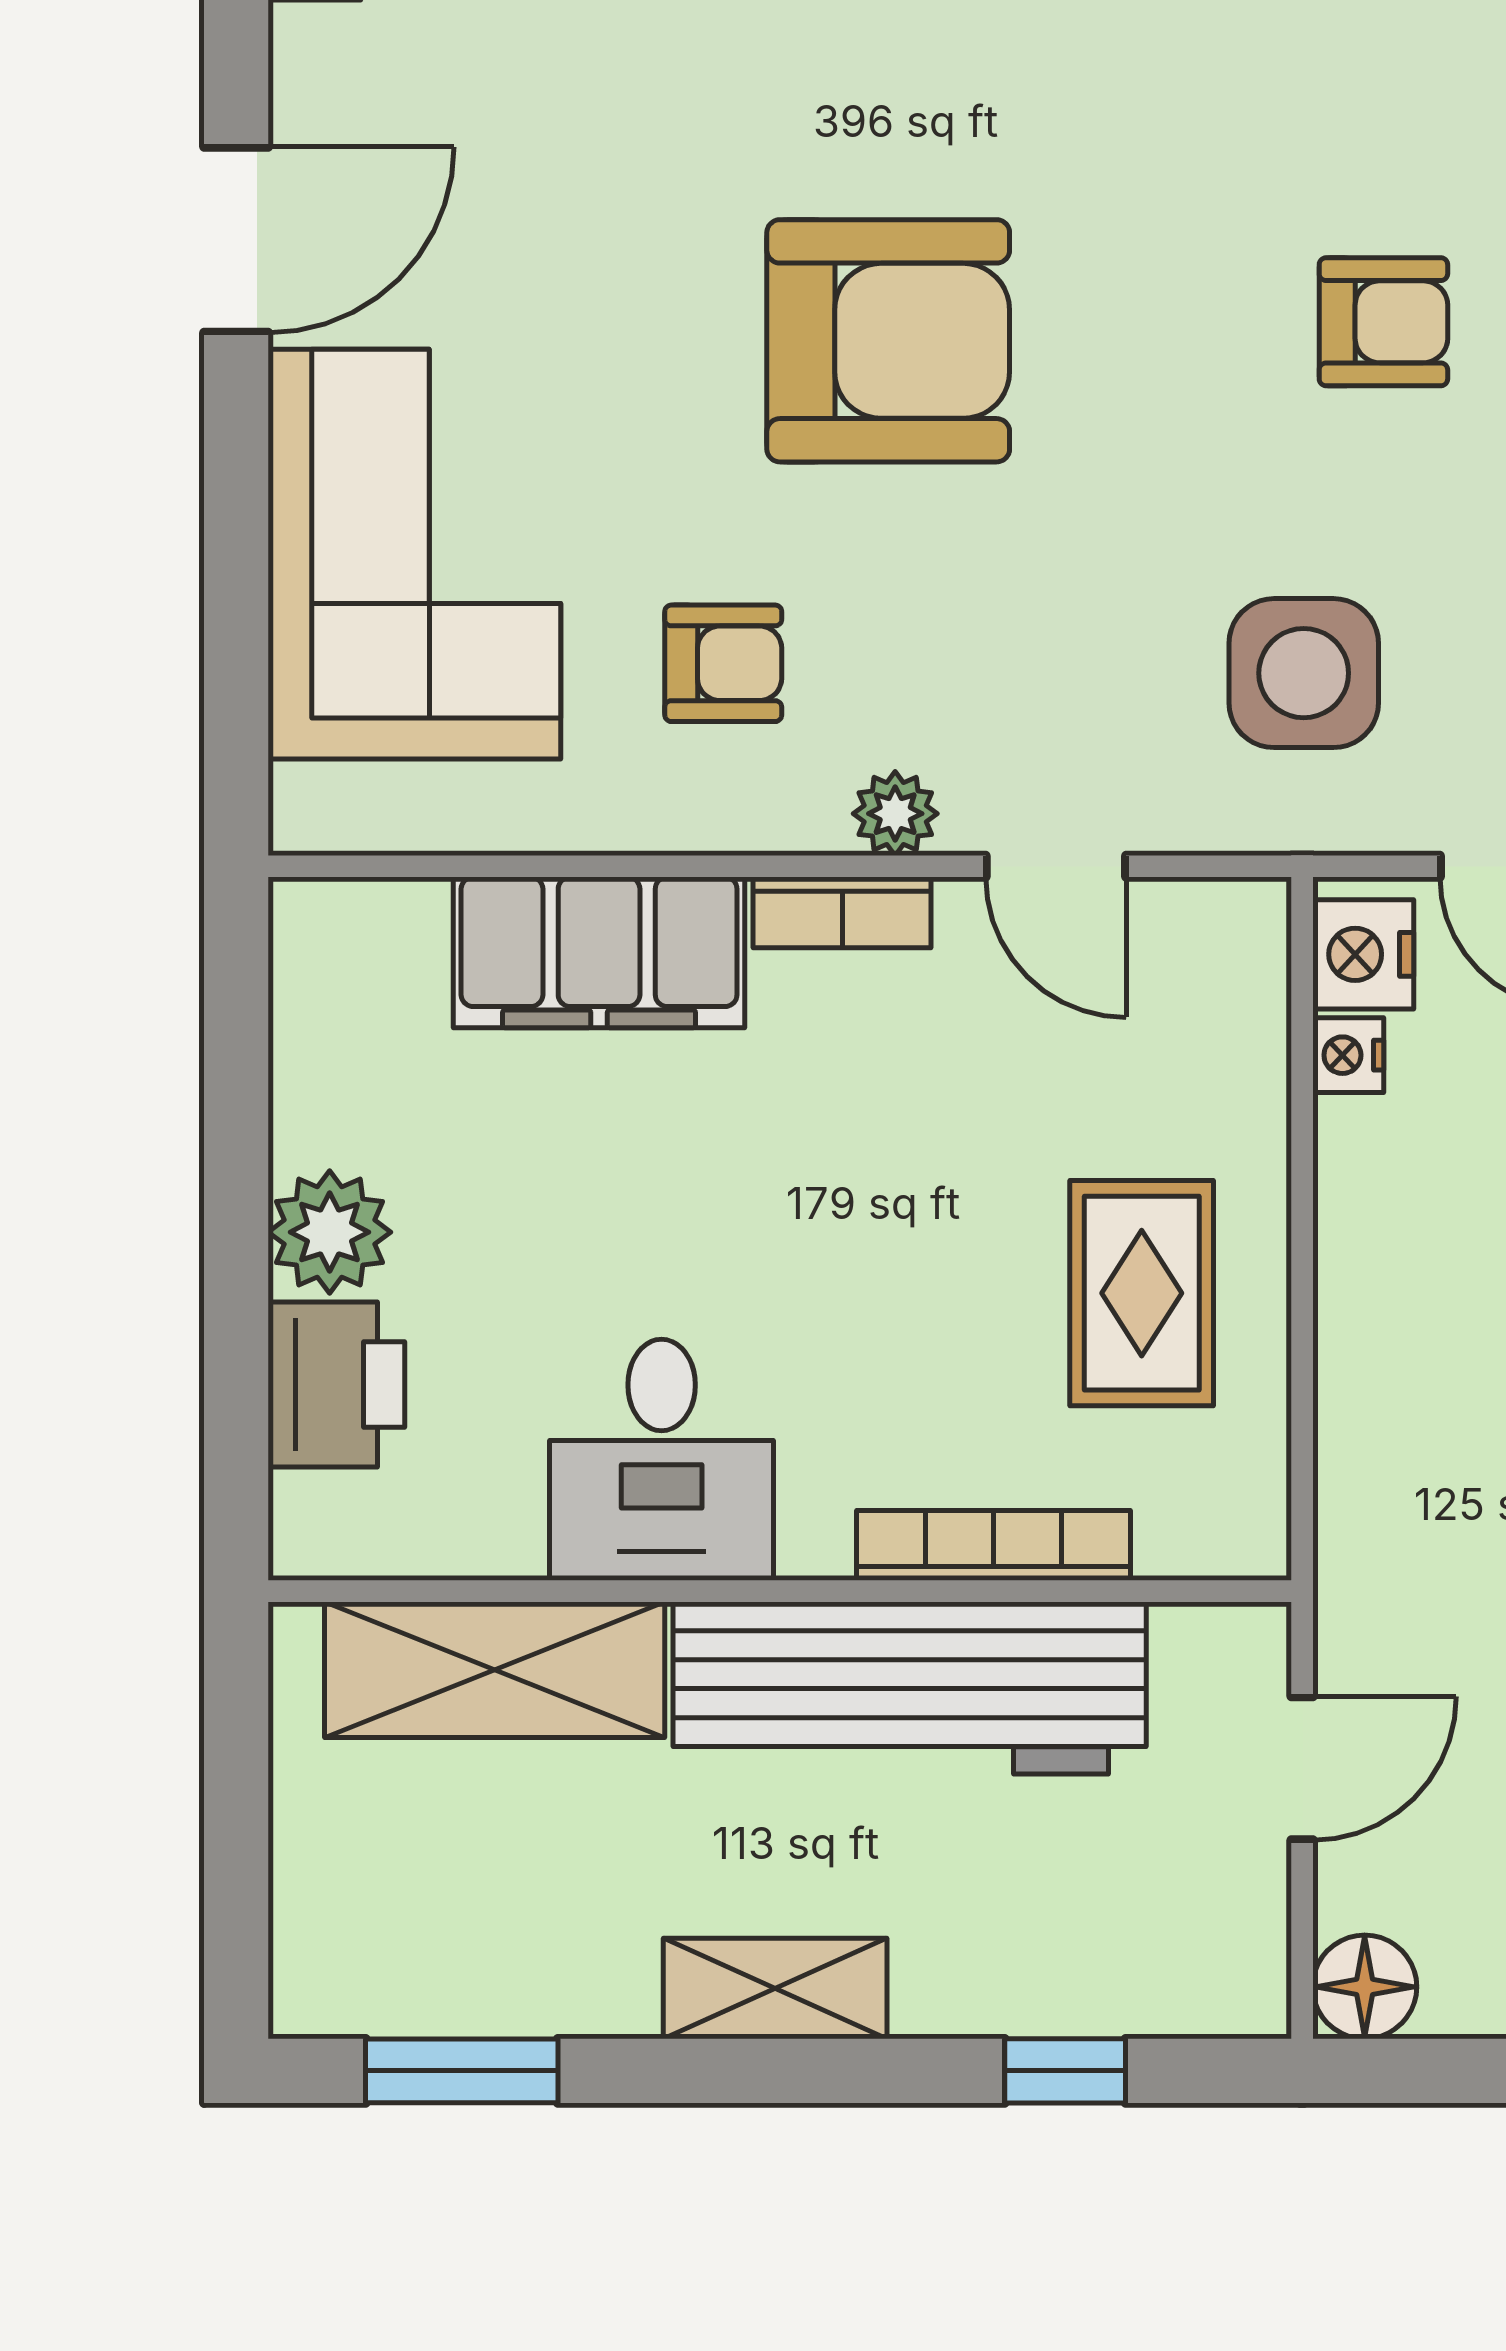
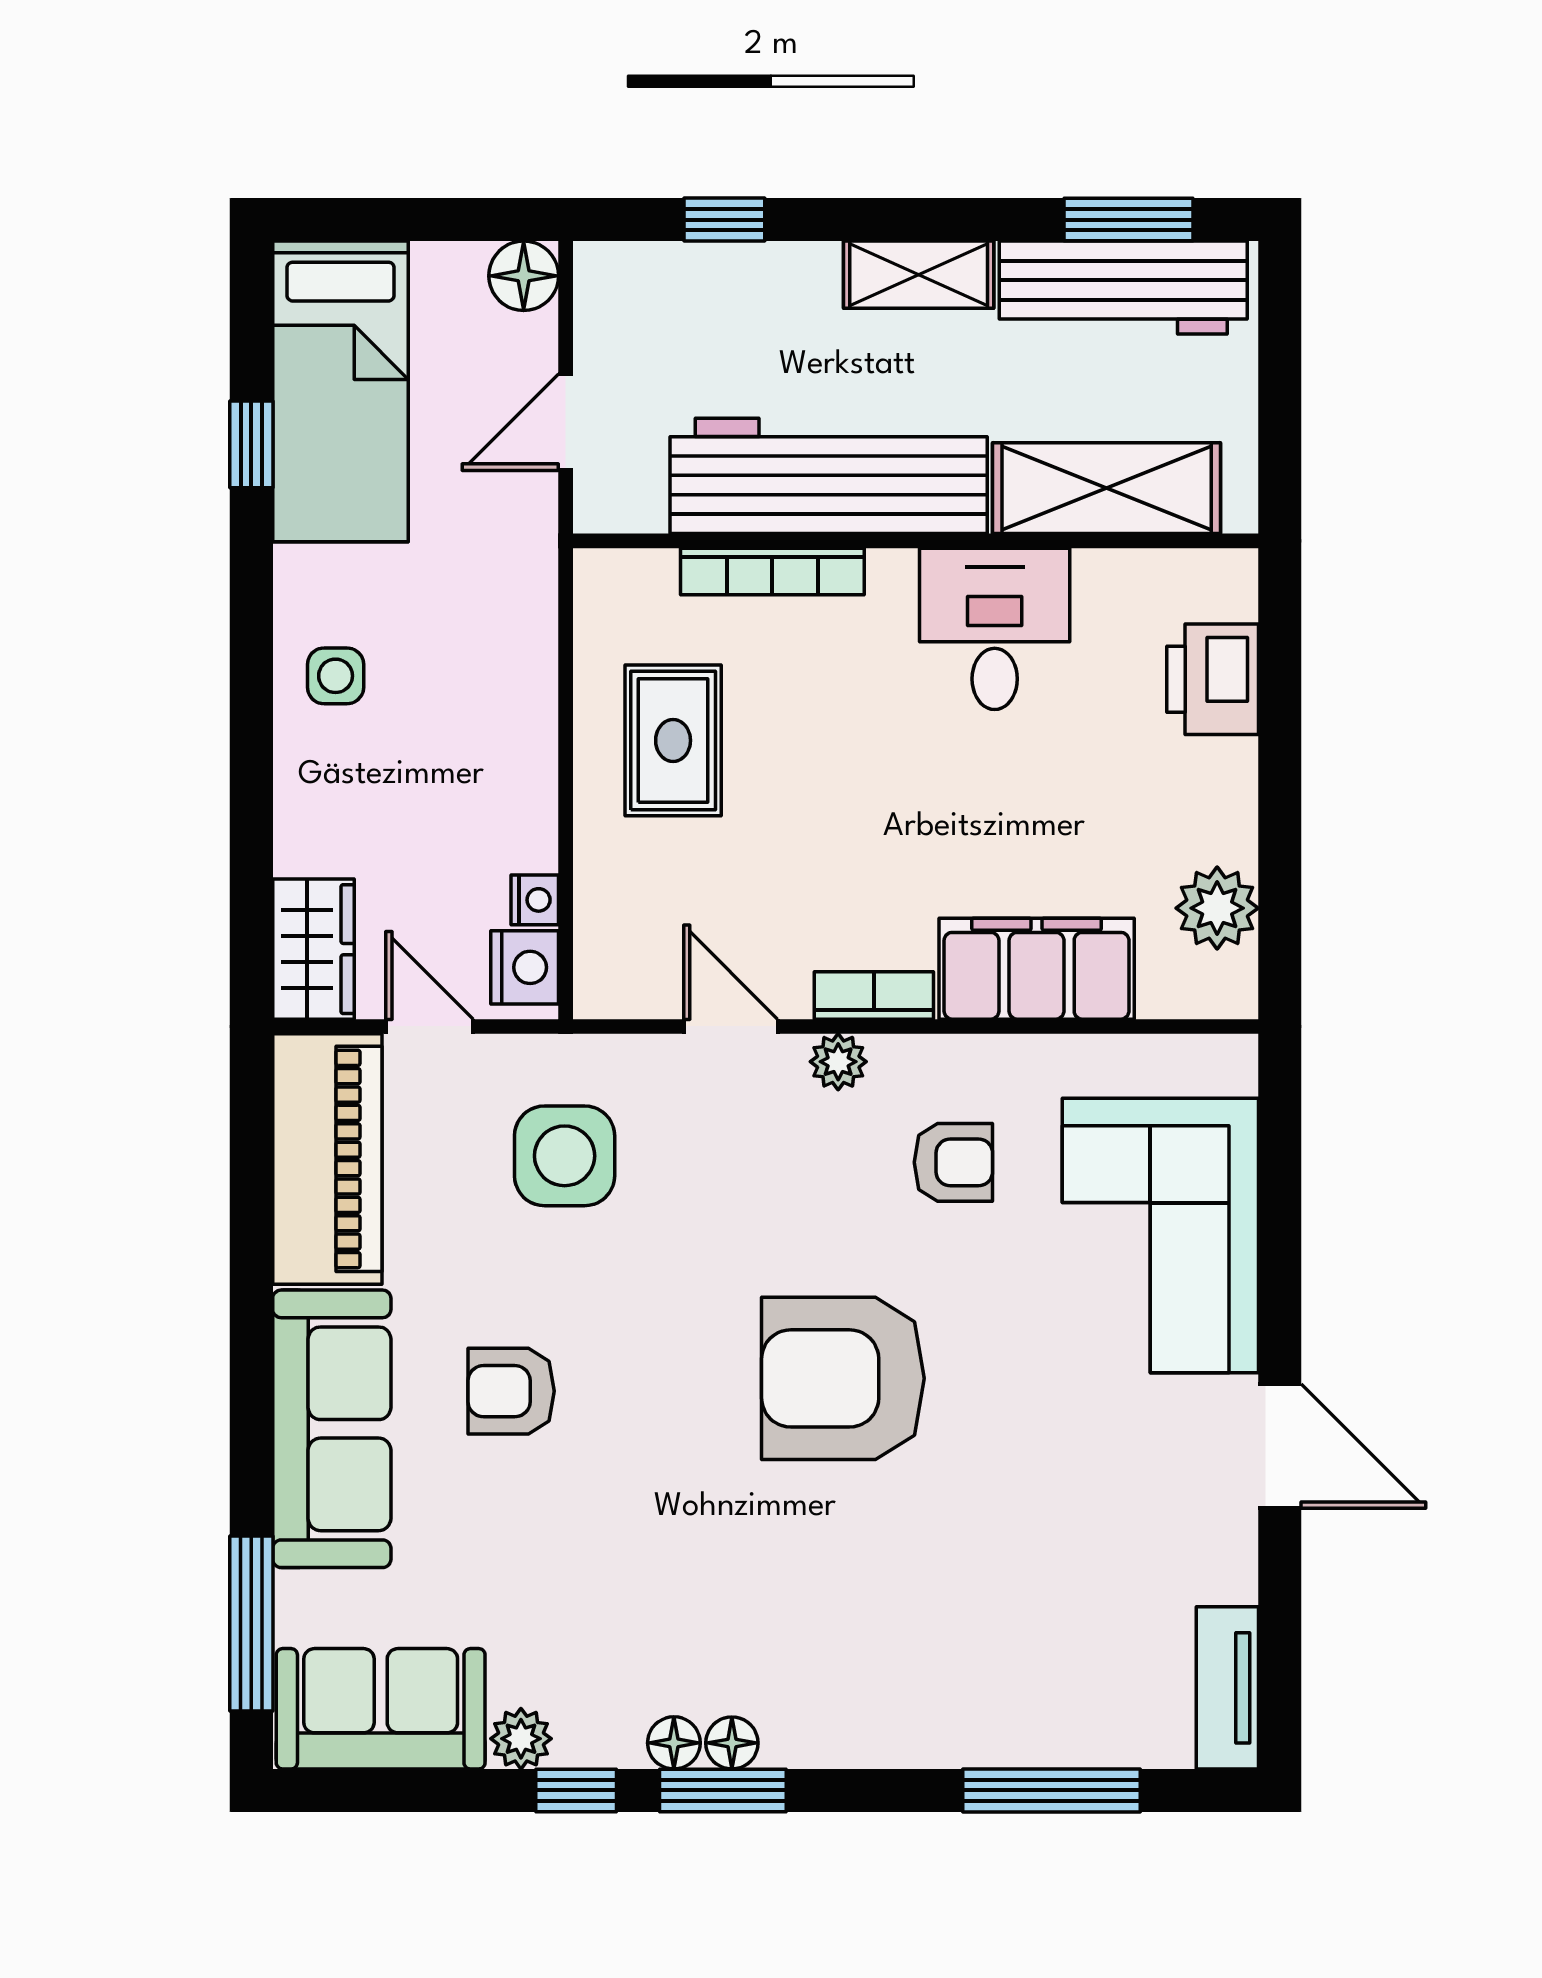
door: (236, 240) -> (1280, 1446), swing flipped
armchair: (723, 663) -> (953, 1162), turned 180
plant: (330, 1232) -> (1217, 908), moved
workbench: (470, 1969) -> (1123, 288), added

